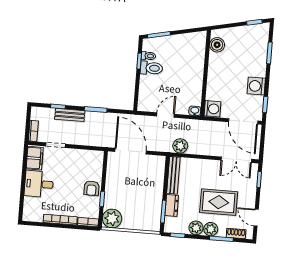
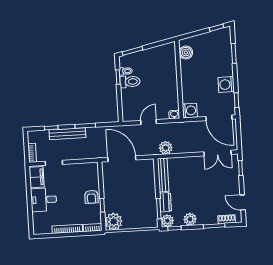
bench: (70, 115) -> (67, 134), width x1.36
rug: (219, 202) -> (207, 193), removed
plant: (211, 229) -> (167, 221), moved

